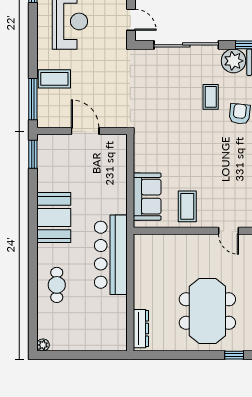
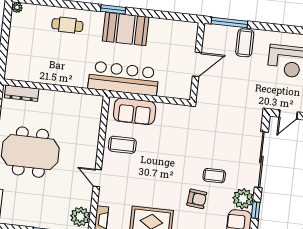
window: (33, 154) -> (113, 9), moved
door: (229, 231) -> (97, 178), hinge flipped
bar counter: (111, 255) -> (124, 78), moved

